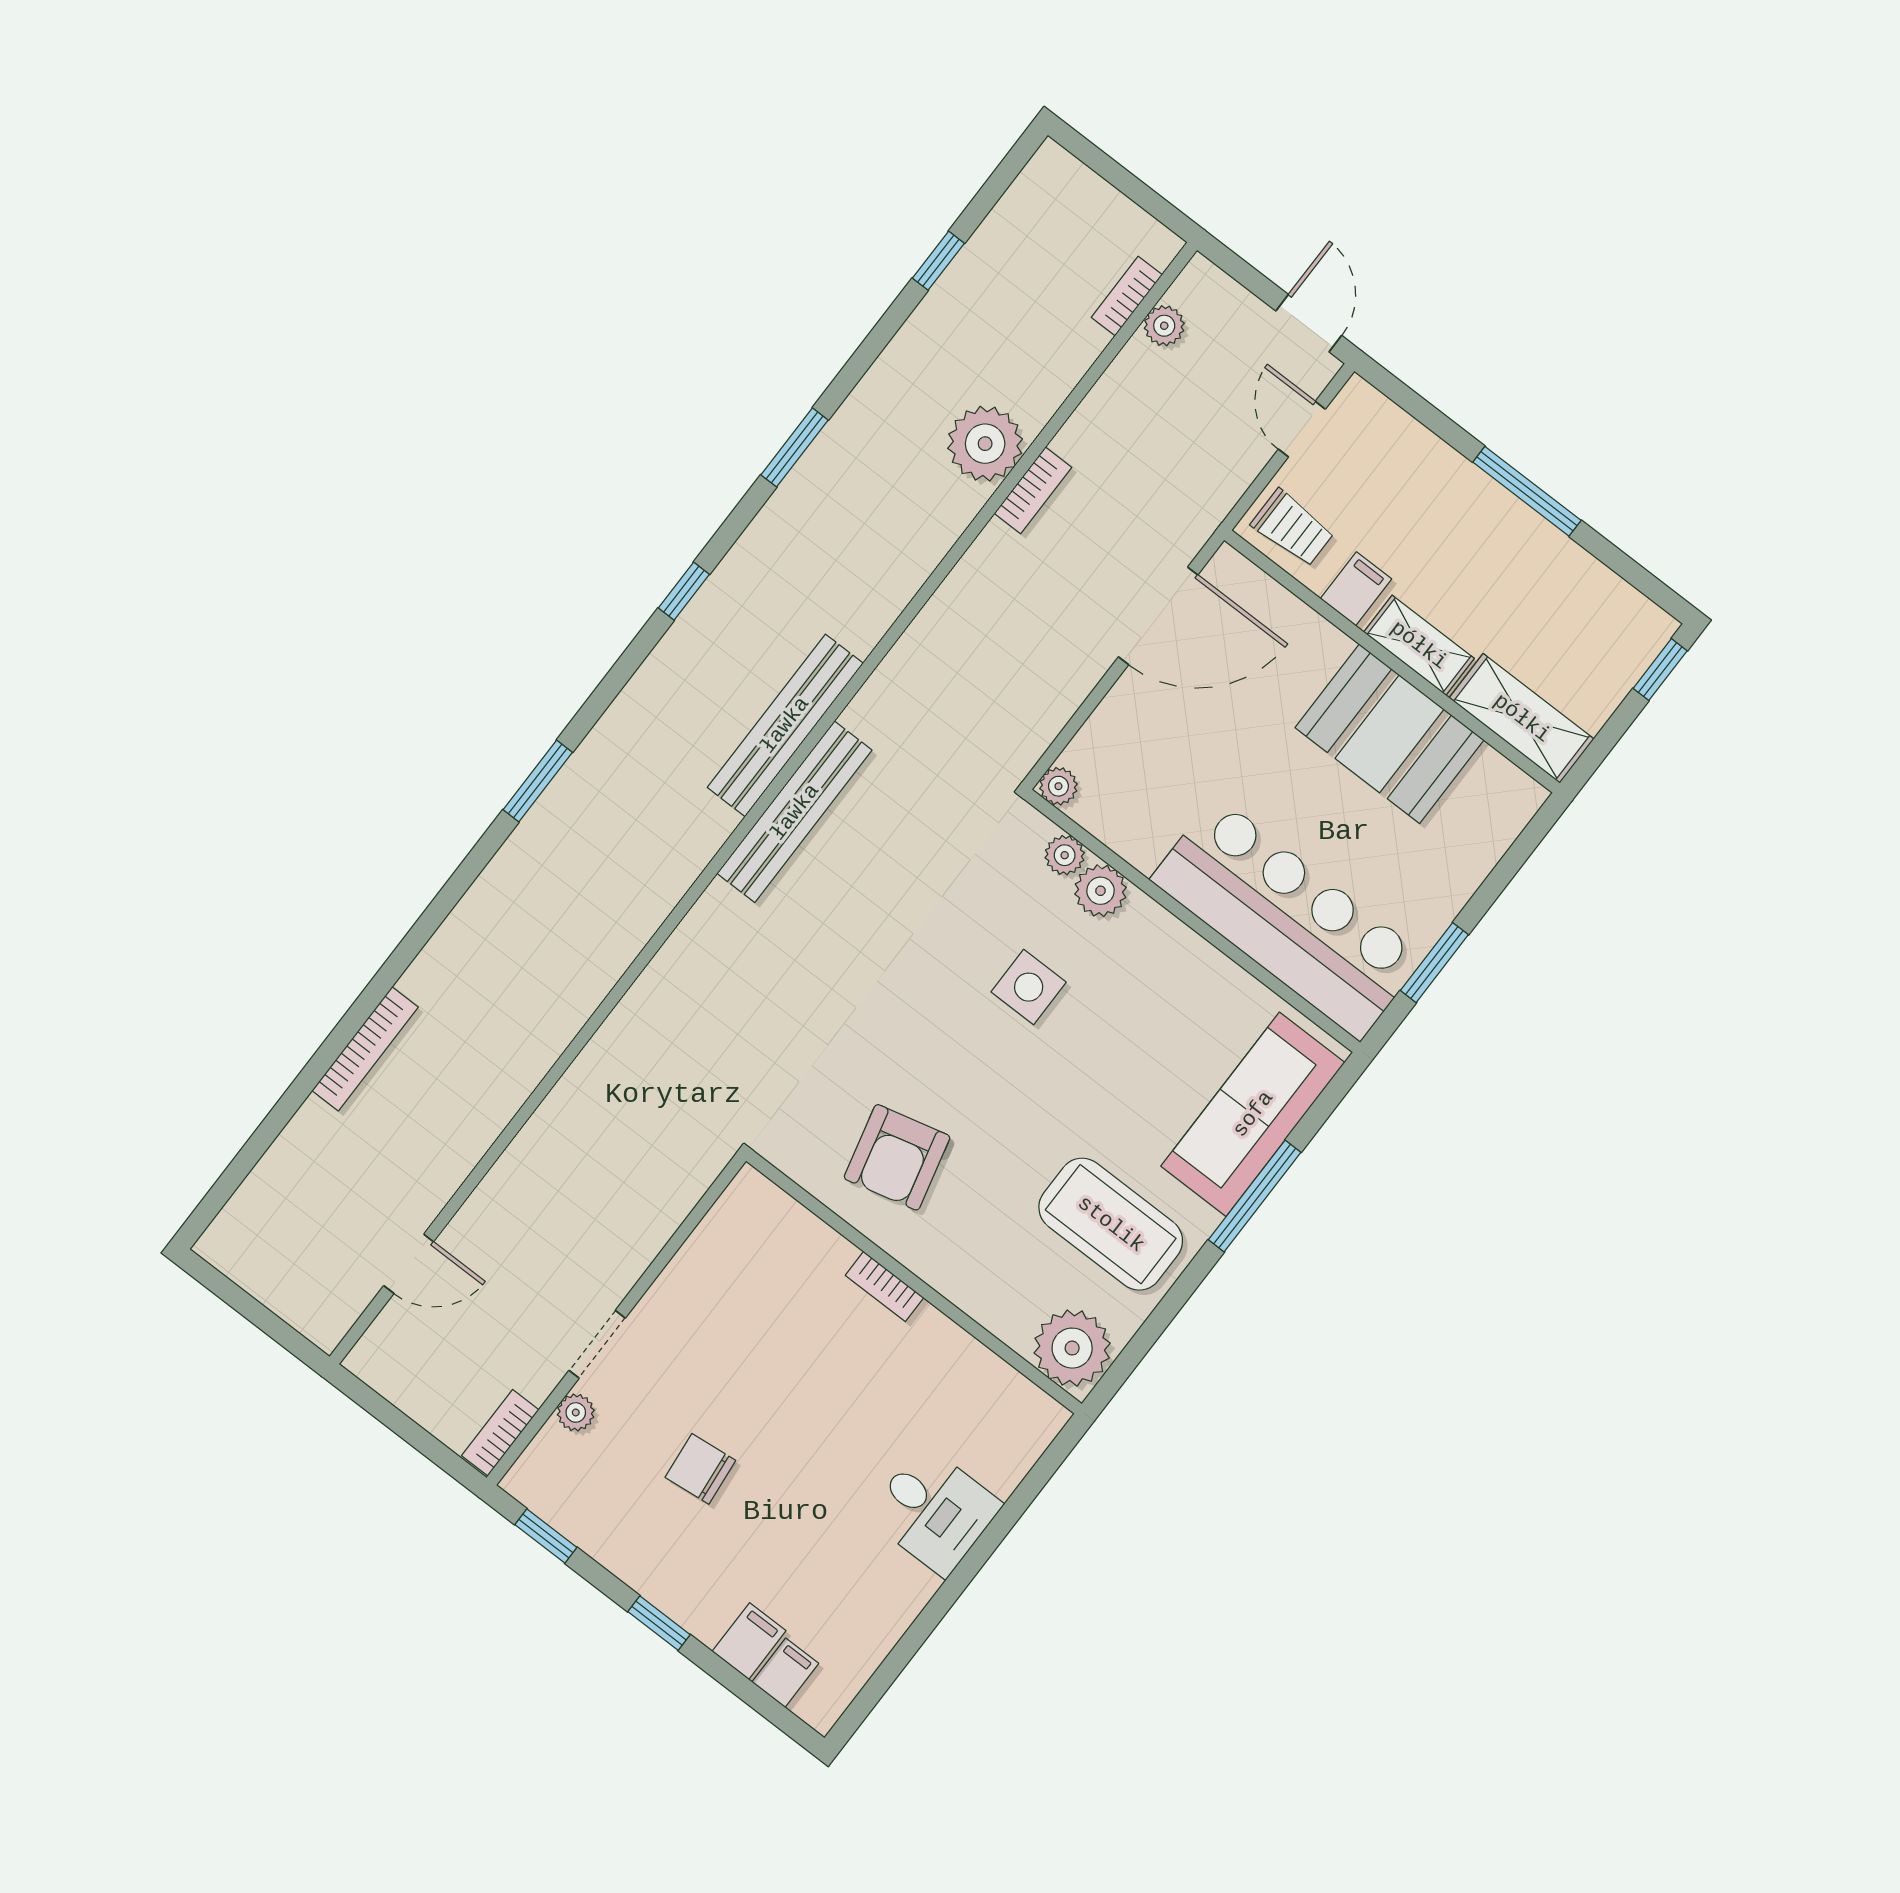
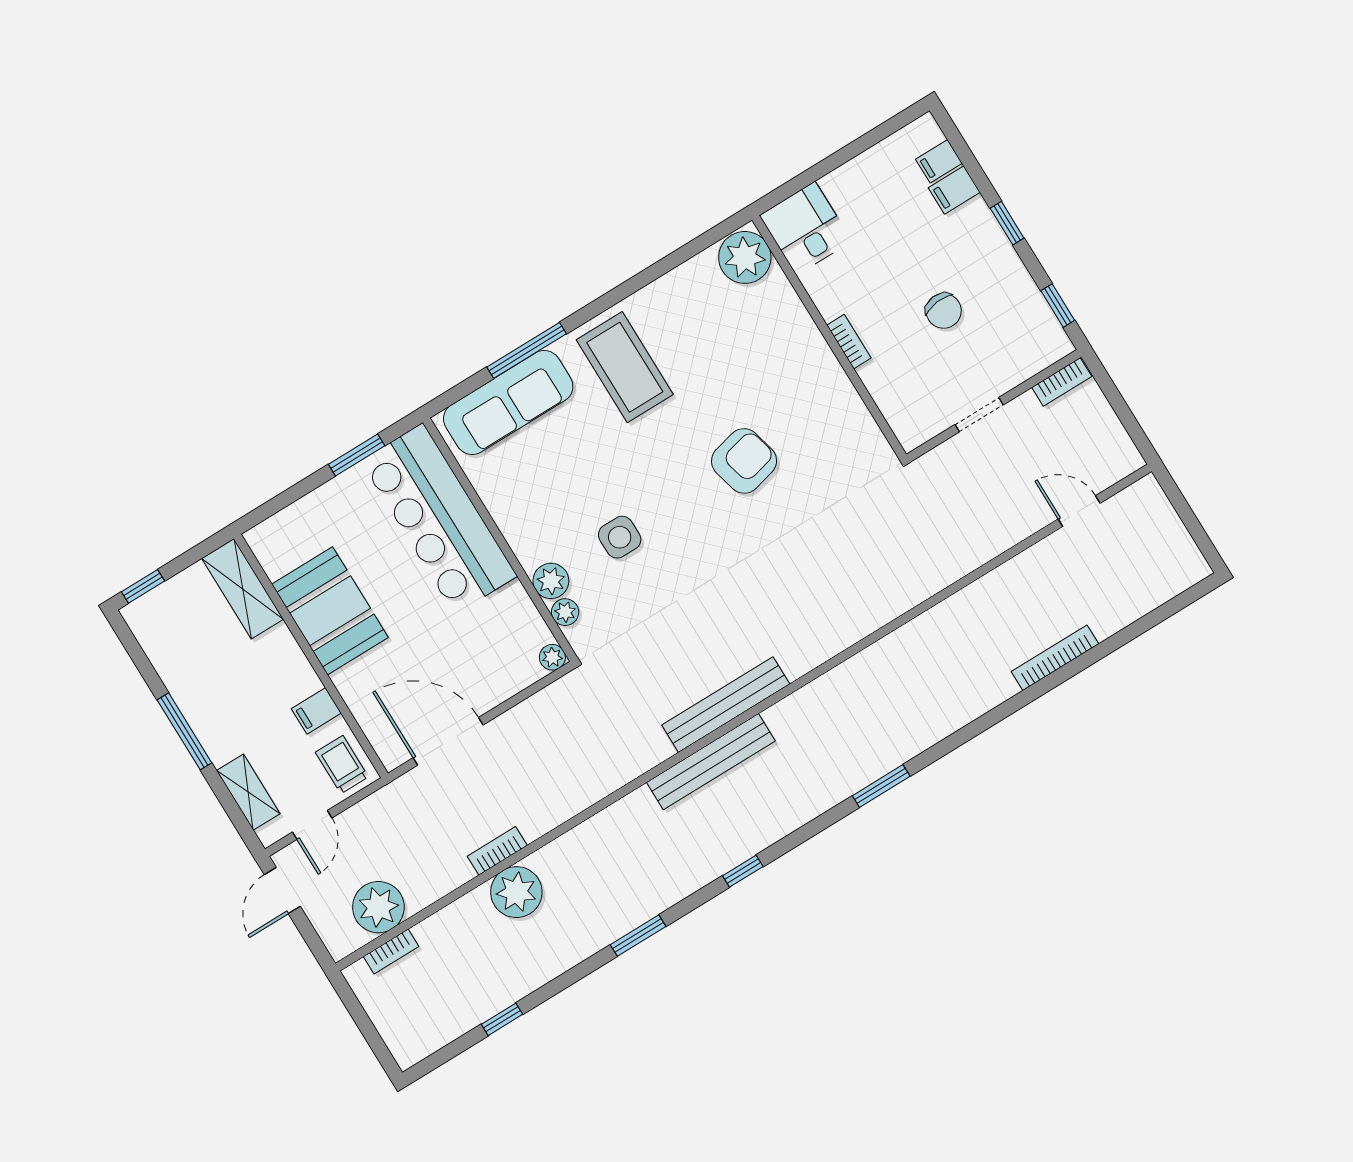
plant: (1164, 326) -> (378, 907), width x1.87, depth x1.87
shelving: (1419, 645) -> (248, 792), moved
wall: (914, 1282) -> (829, 337), moved
bookcase: (885, 1286) -> (849, 342), moved
plant: (1072, 1348) -> (745, 257), moved
plant: (576, 1412) -> (1009, 377), removed

